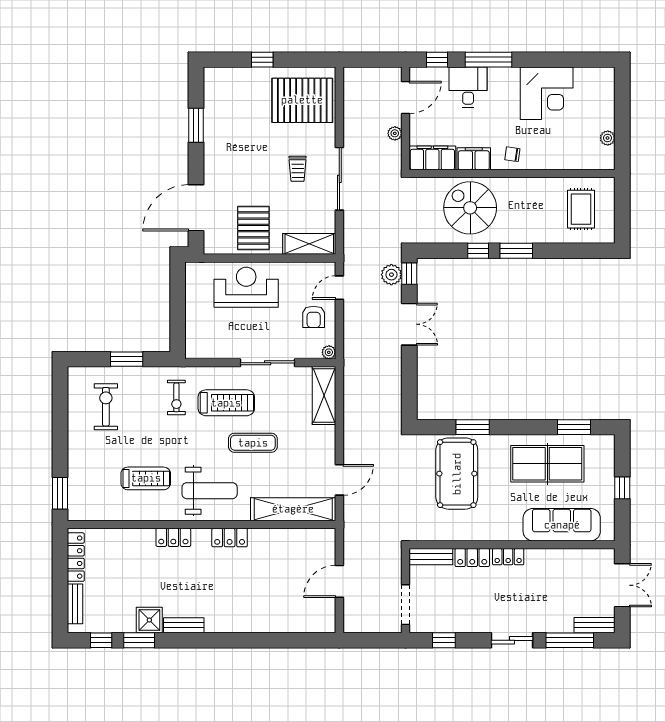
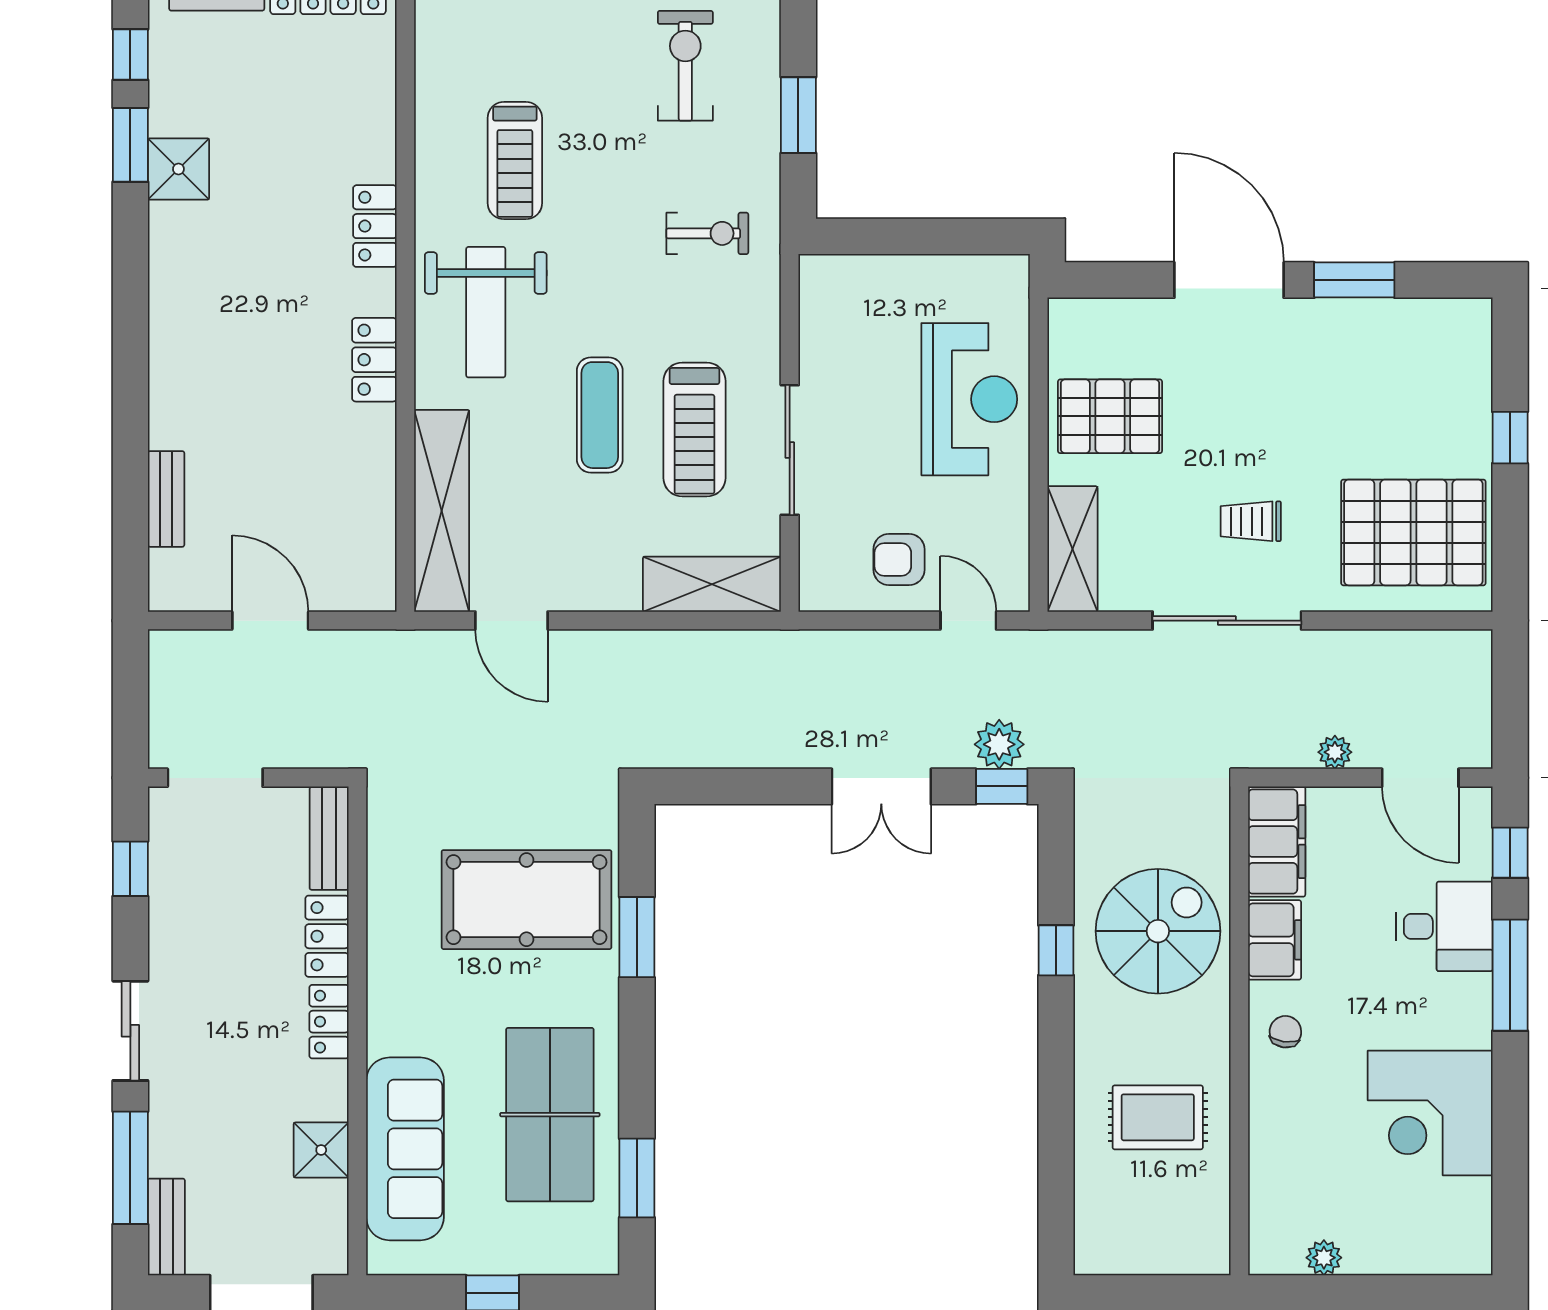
pallet: (302, 100) -> (1413, 532), turned 90
door: (196, 208) -> (1229, 280), moved
rug: (581, 209) -> (1158, 1117), moved
window: (516, 251) -> (1056, 1041), removed
plant: (329, 352) -> (815, 595), removed
exercise bike: (176, 397) -> (707, 233), turned 180
treadmill: (226, 403) -> (694, 430), moved
exercise bike: (106, 407) -> (685, 66), turned -90
shower: (562, 560) -> (321, 1150), added
bench: (184, 625) -> (166, 499), moved

